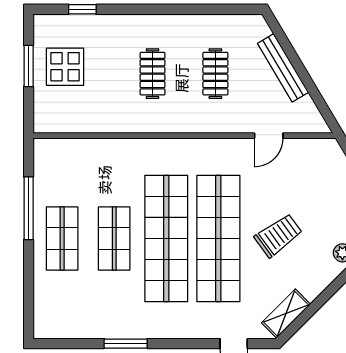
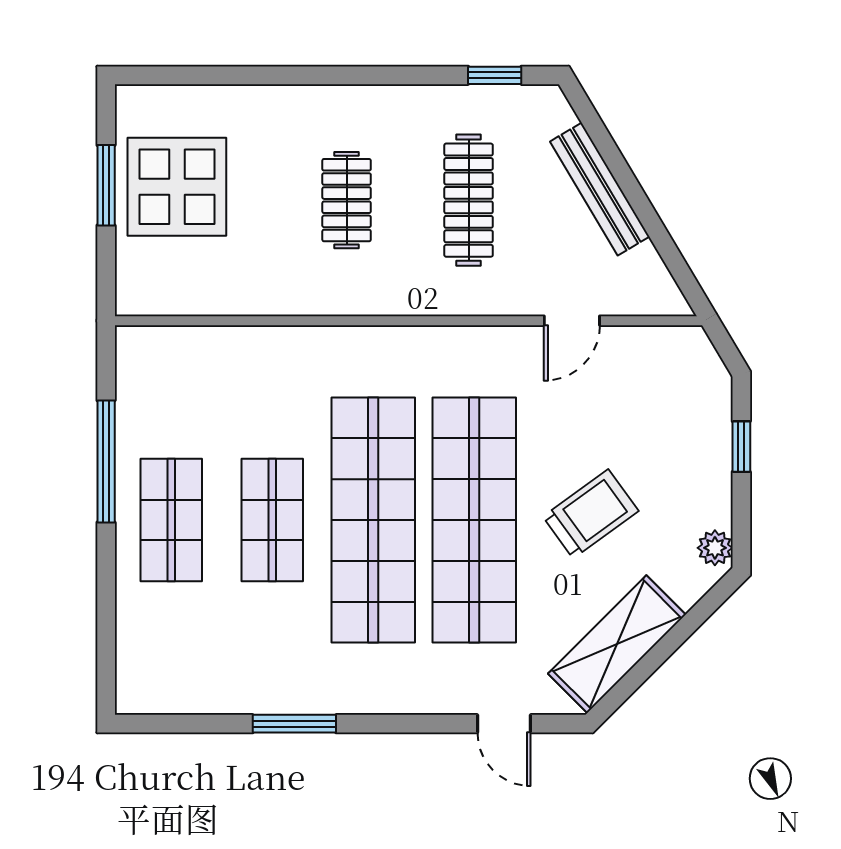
window: (82, 9) -> (495, 75), moved
display table: (65, 67) -> (177, 187), width x1.36, depth x1.36
clothes rail: (215, 74) -> (469, 200), width x1.36
shelving: (286, 314) -> (617, 644), width x1.50, depth x1.33

